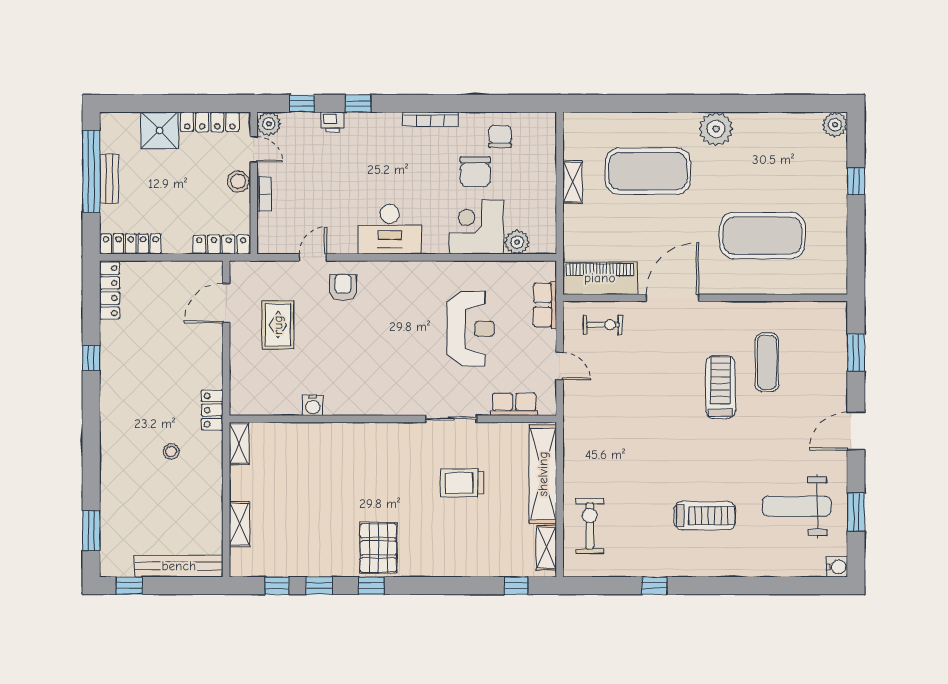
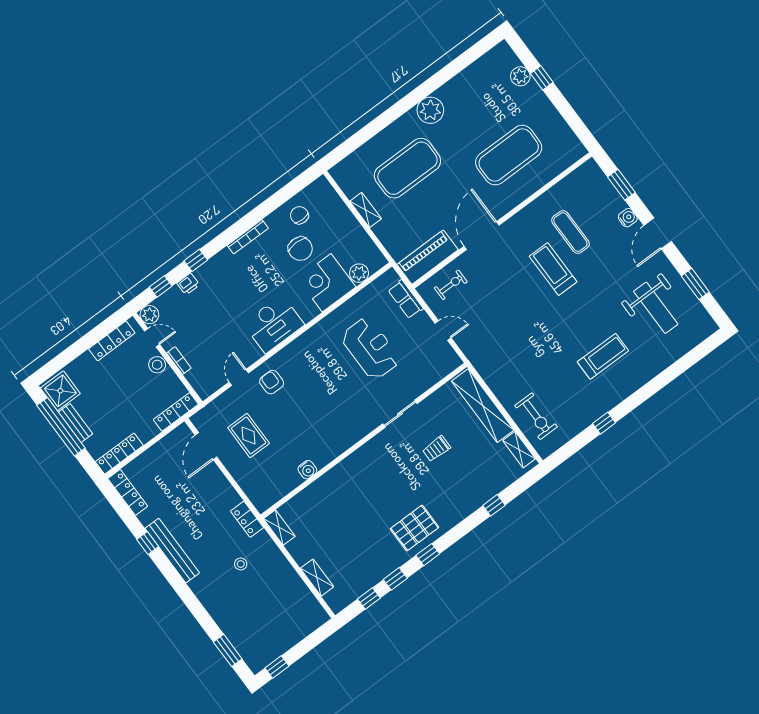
plant: (835, 125) -> (520, 76), moved
shower: (159, 130) -> (60, 391), moved
row of seats: (514, 404) -> (433, 375), removed
trolley: (462, 483) -> (436, 449), width x0.73, depth x0.72
weight bench: (797, 506) -> (656, 308), turned -90
exercise bike: (590, 526) -> (536, 416), turned 180
pallet: (378, 548) -> (415, 528), turned 90
bench: (179, 566) -> (172, 551), moved, turned 90
water cooler: (837, 567) -> (628, 218), moved
window: (516, 586) -> (494, 505), moved

